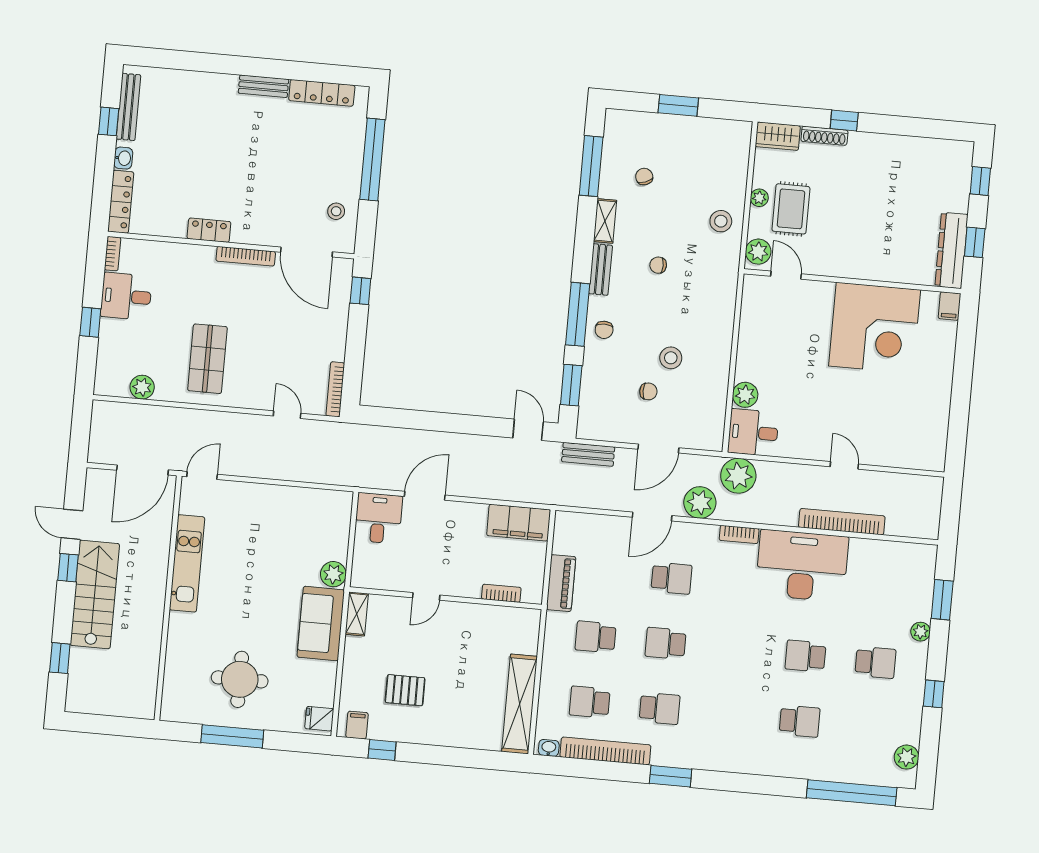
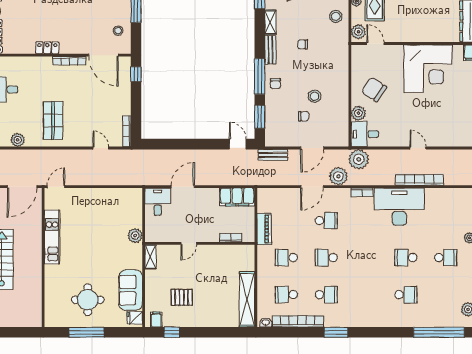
chair: (776, 355) -> (374, 89), added
sofa: (321, 623) -> (131, 290), moved

